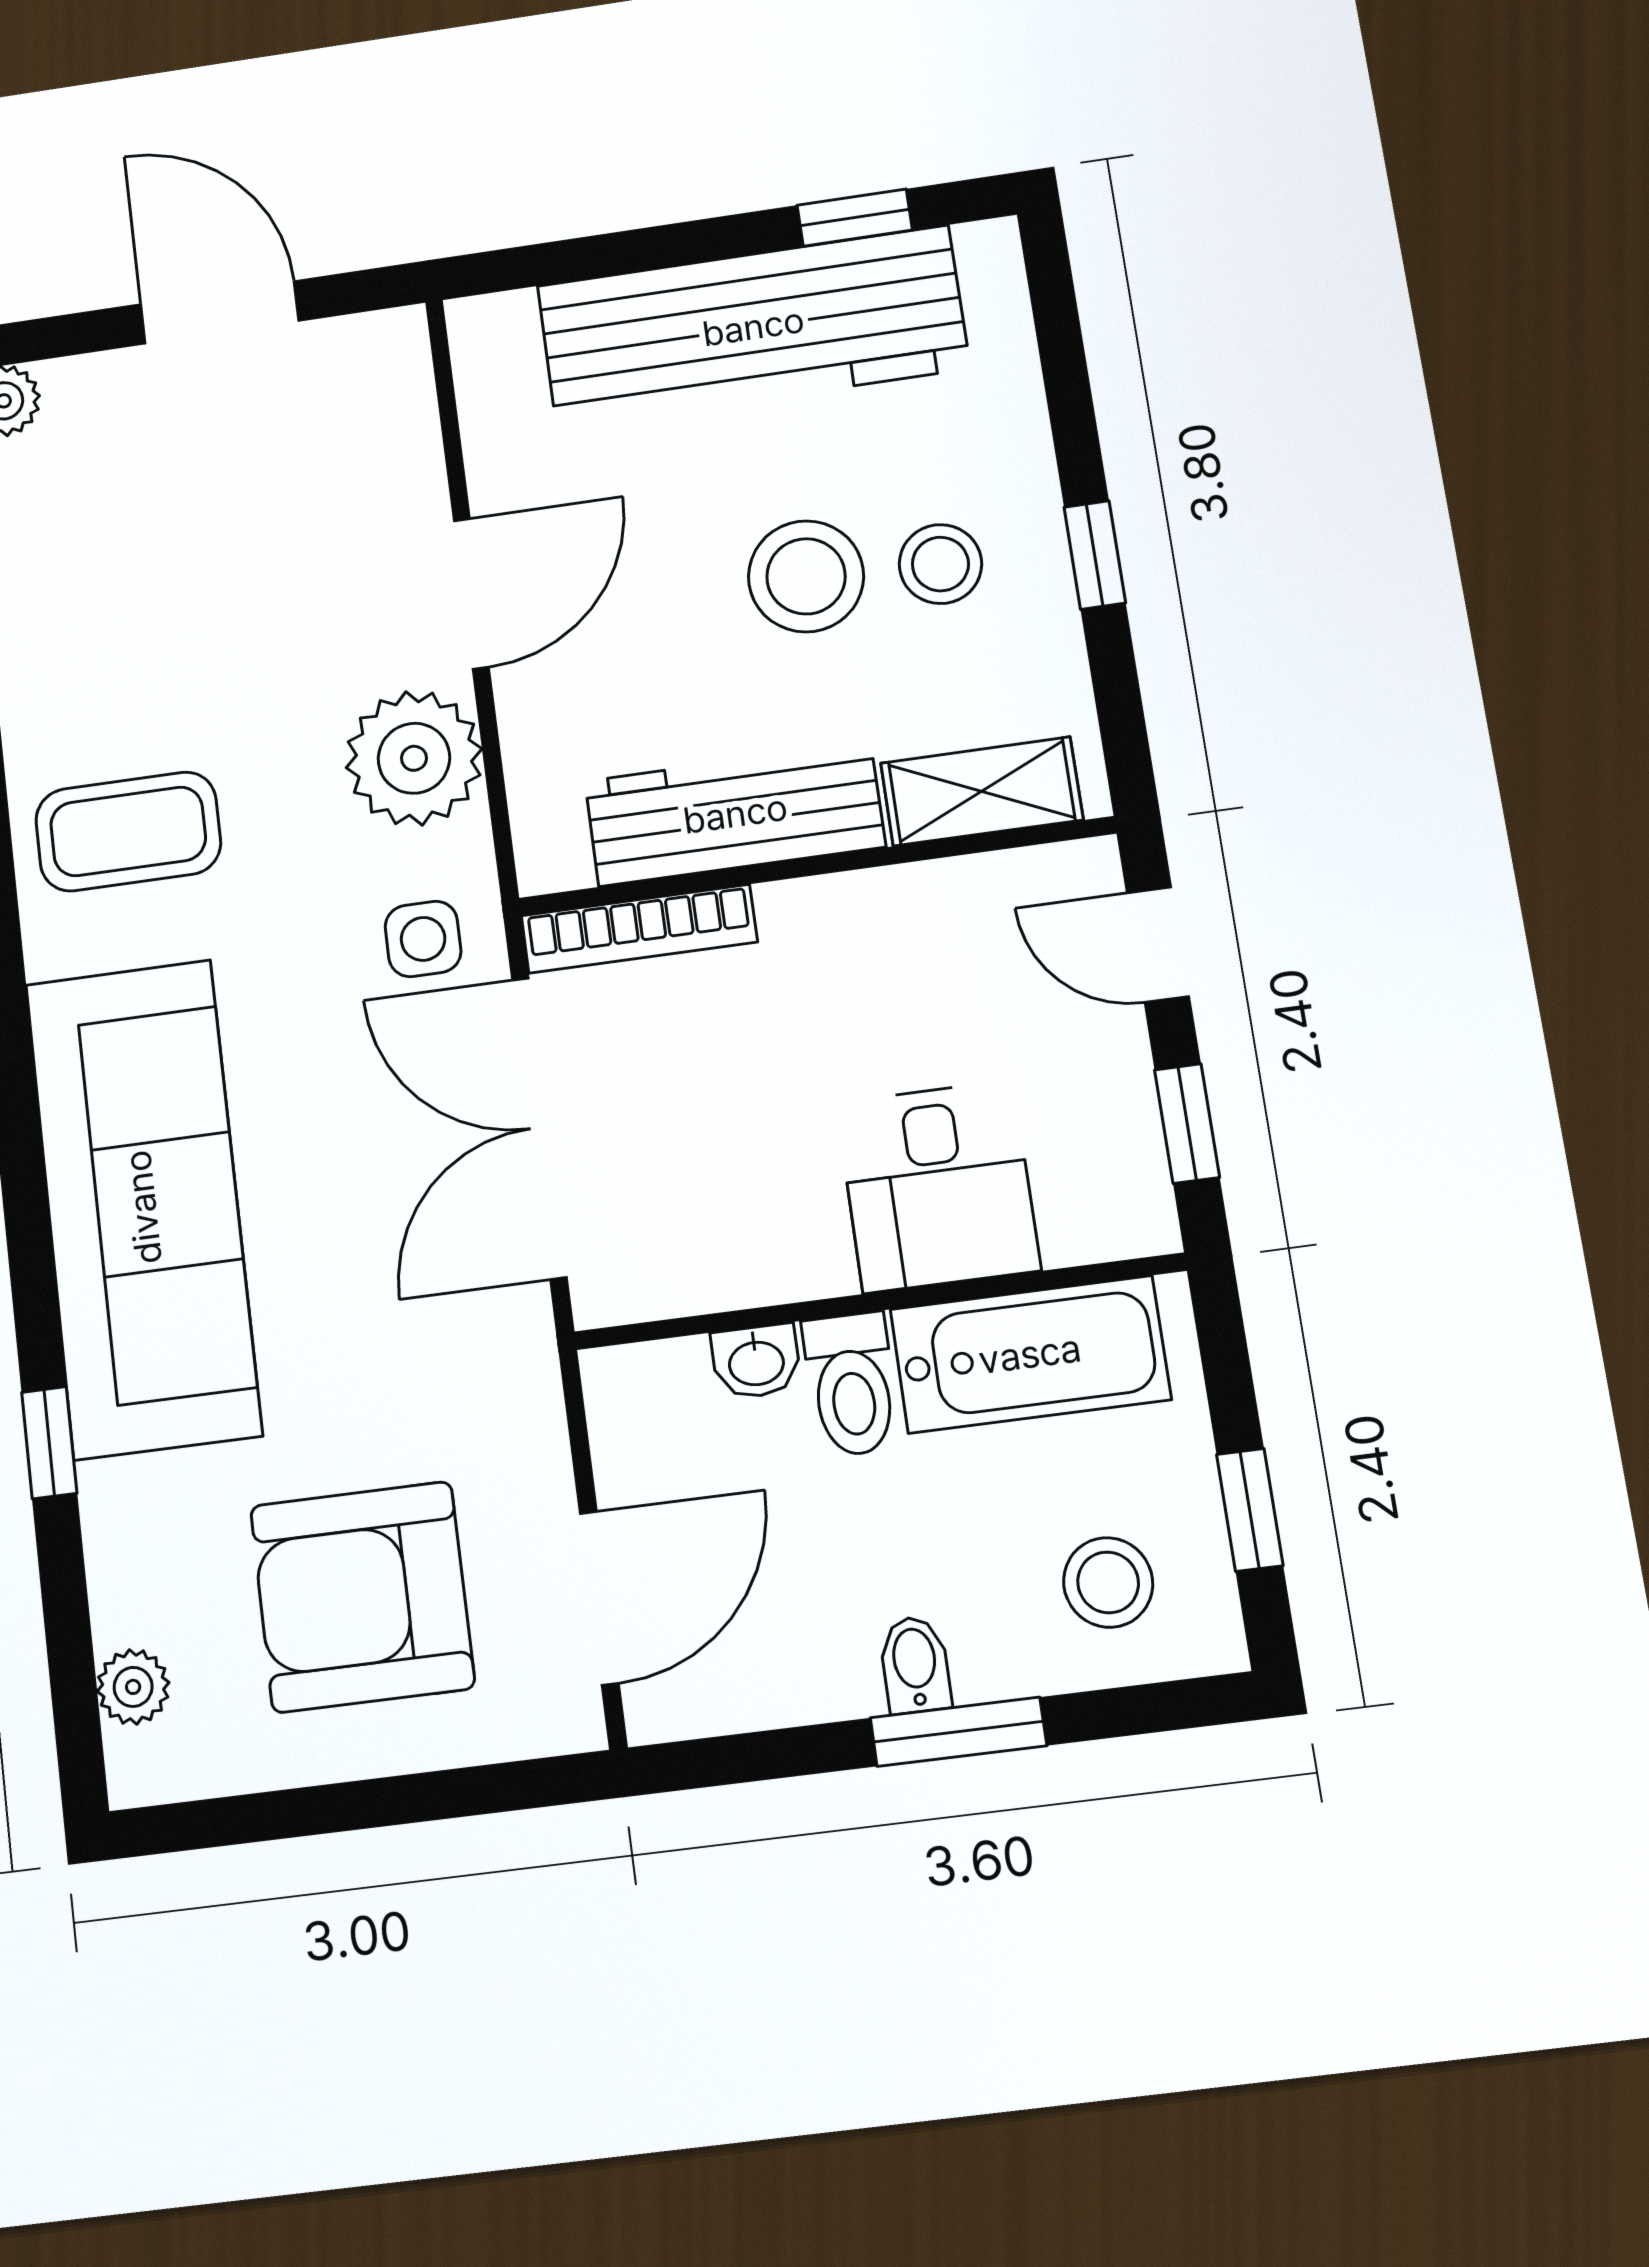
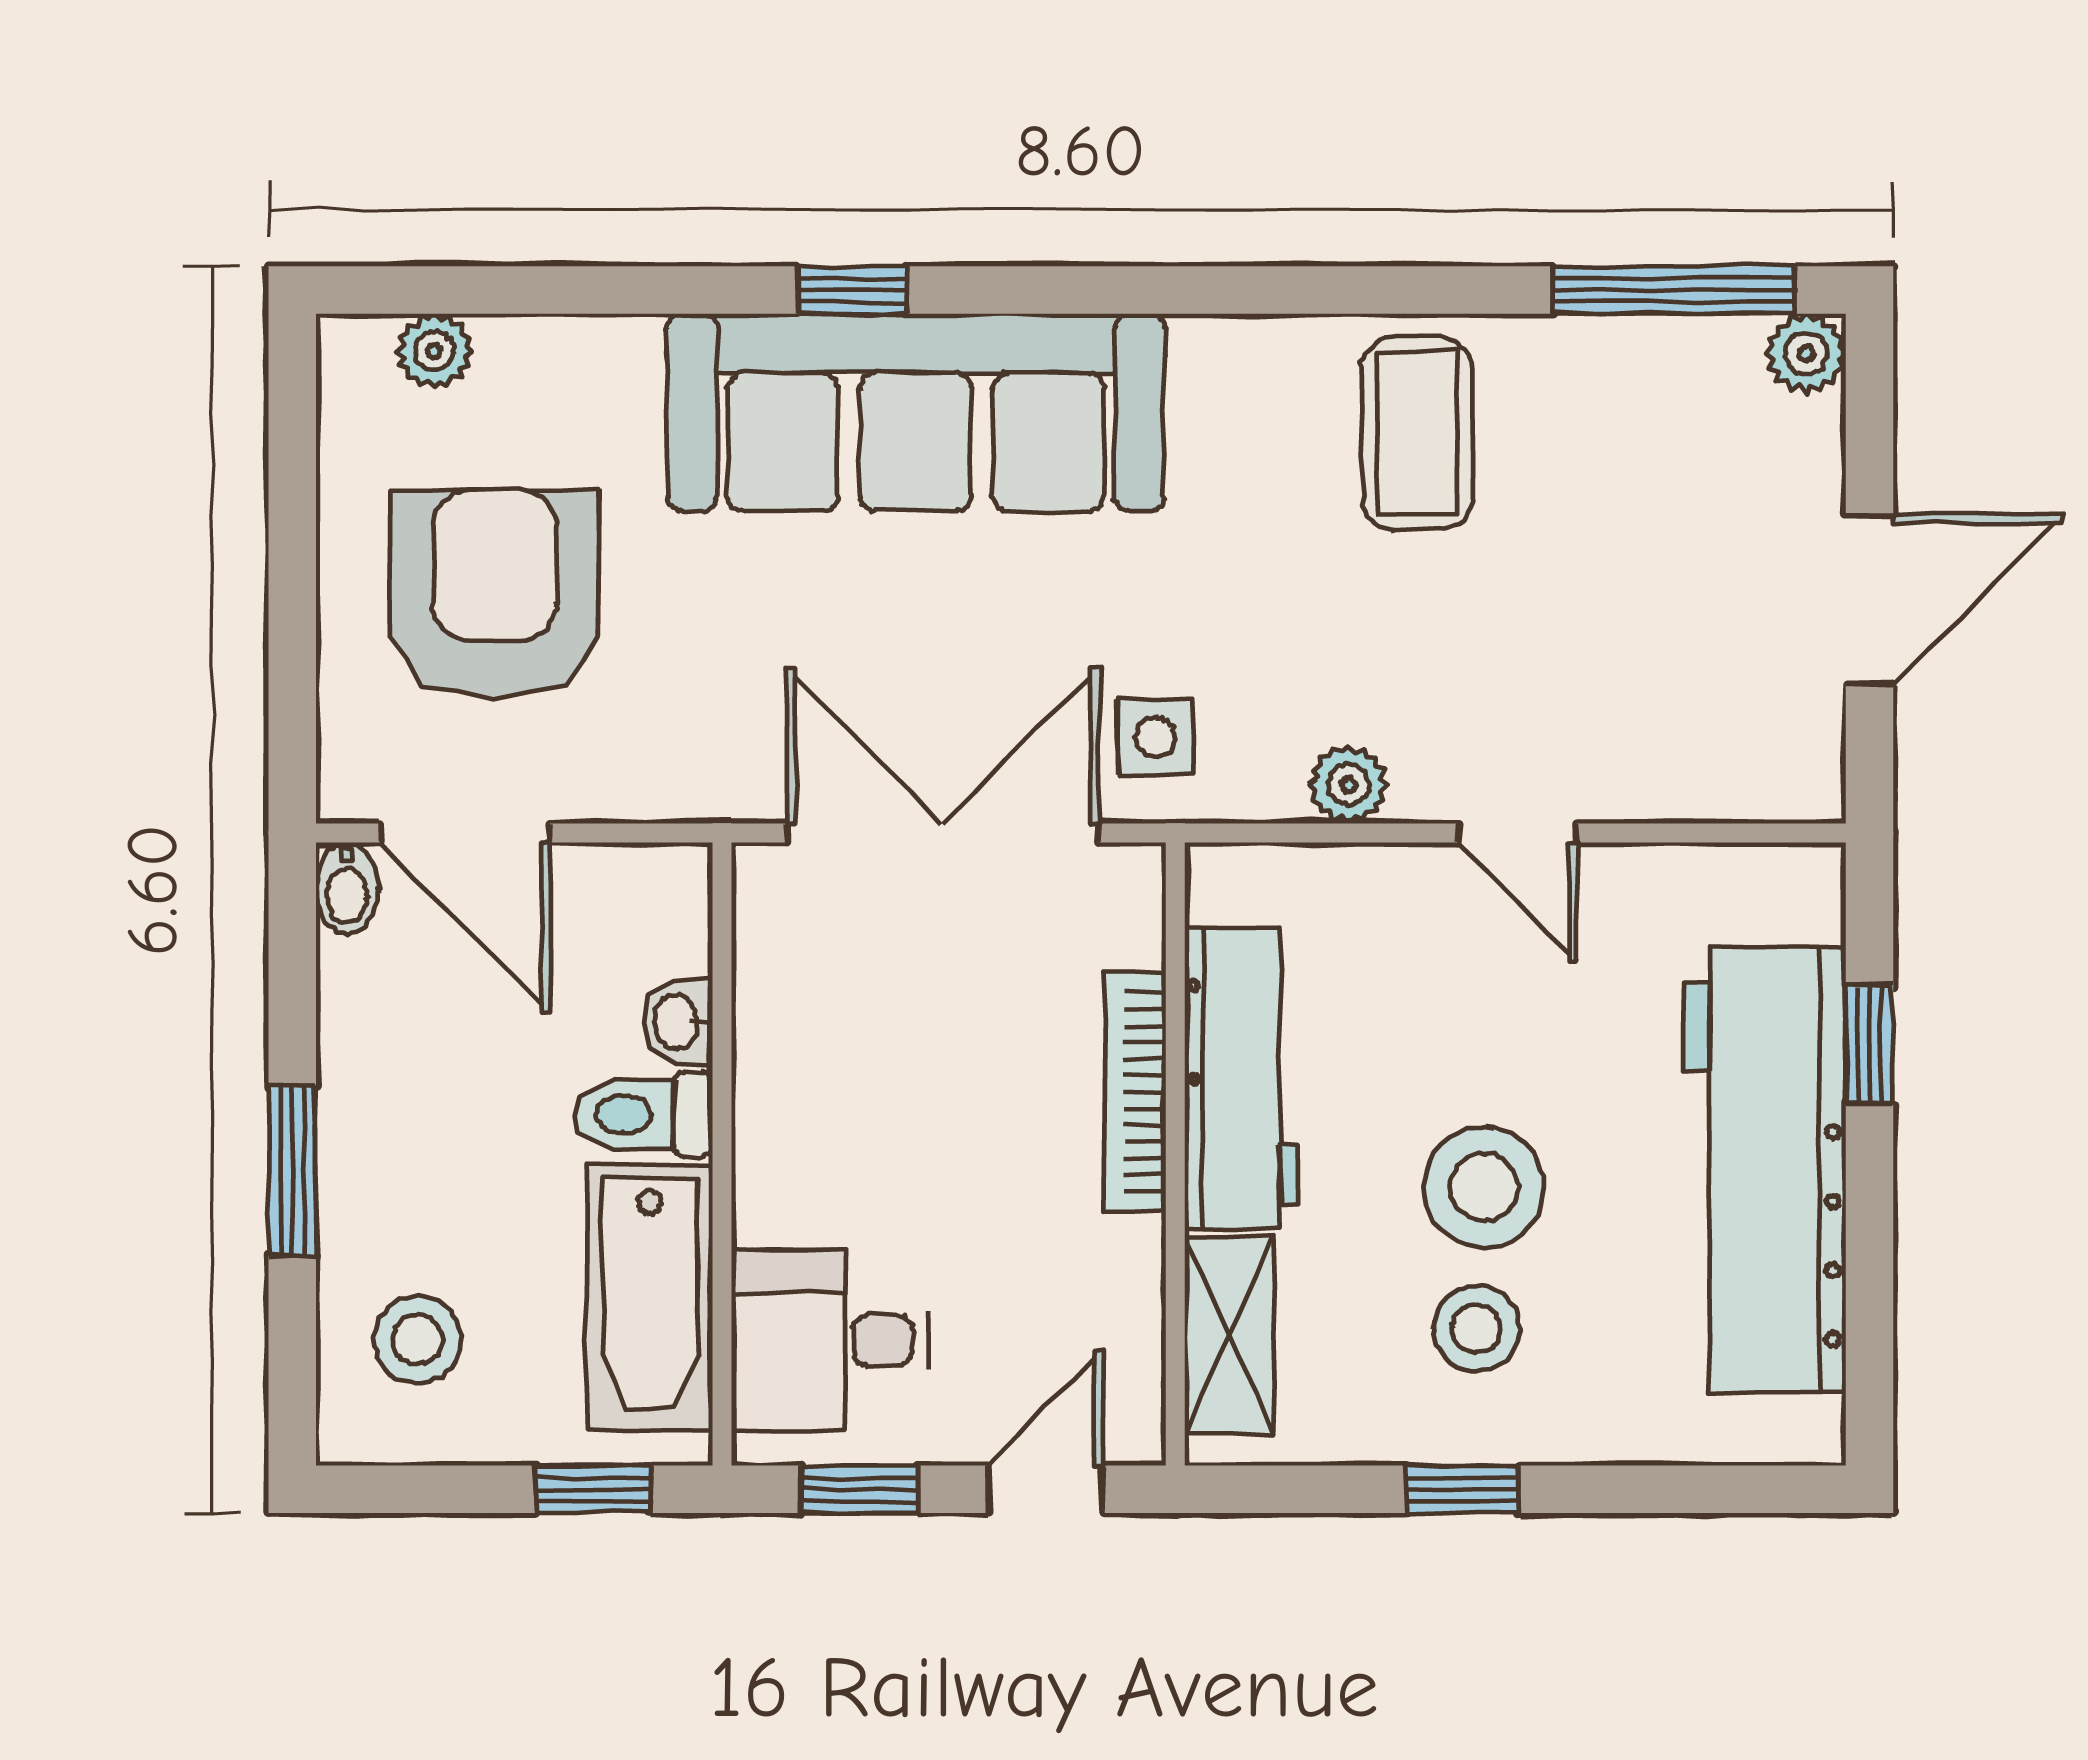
window: (855, 218) -> (1869, 1044), moved
door: (471, 594) -> (1517, 833), width x0.73
plant: (414, 758) -> (1348, 785), width x0.53, depth x0.53
coffee table: (128, 831) -> (1417, 433), moved
bookcase: (639, 929) -> (1135, 1092), moved
desk: (938, 1186) -> (830, 1340), moved
window: (49, 1443) -> (852, 290), moved
window: (1250, 1510) -> (593, 1489), moved
bidet: (915, 1665) -> (347, 888), moved, turned 90

